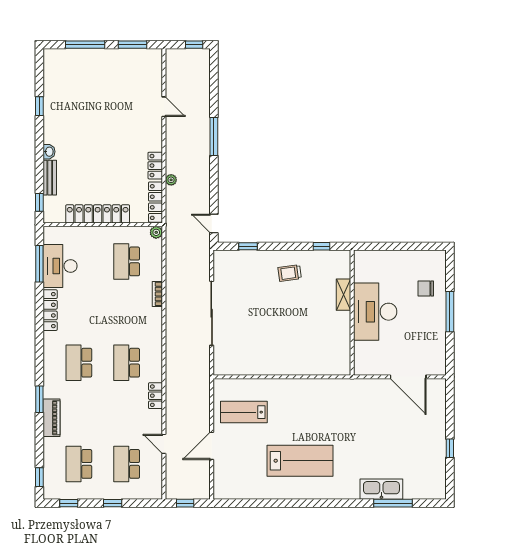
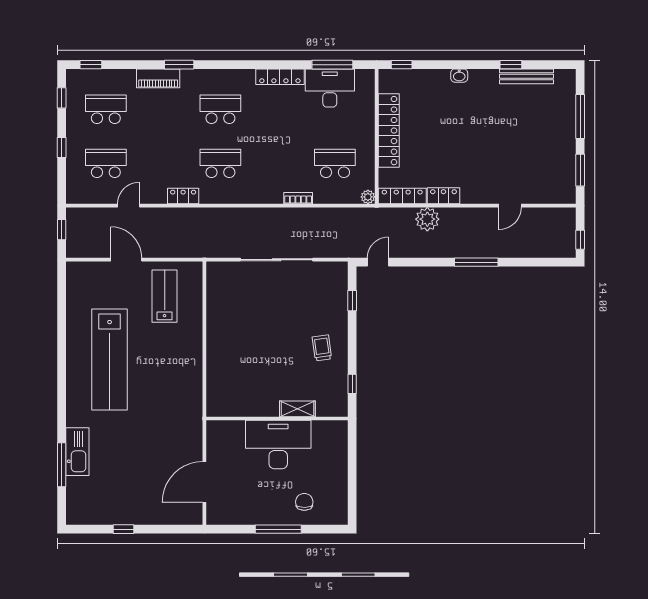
bench: (50, 178) -> (526, 76), moved, width x1.36
plant: (171, 180) -> (427, 219), width x1.87, depth x1.87
lab bench: (300, 461) -> (110, 360), width x1.36

